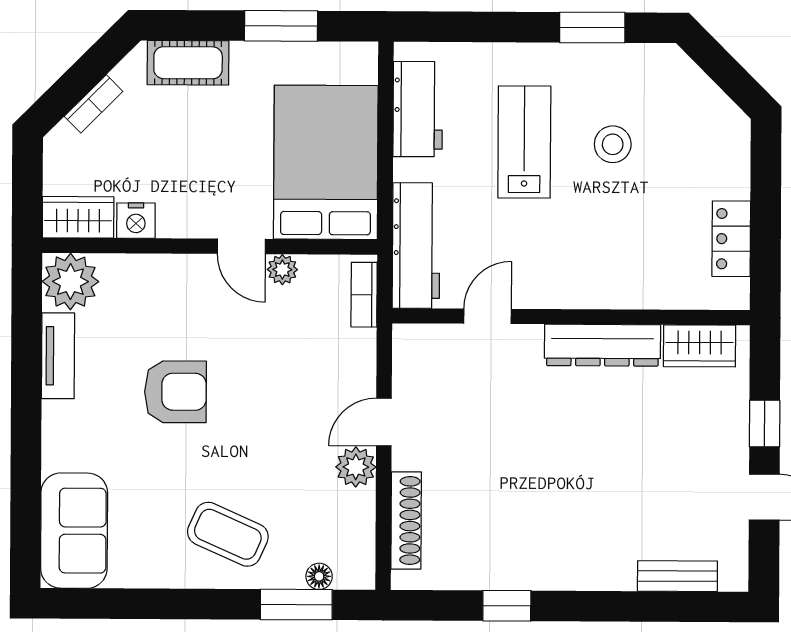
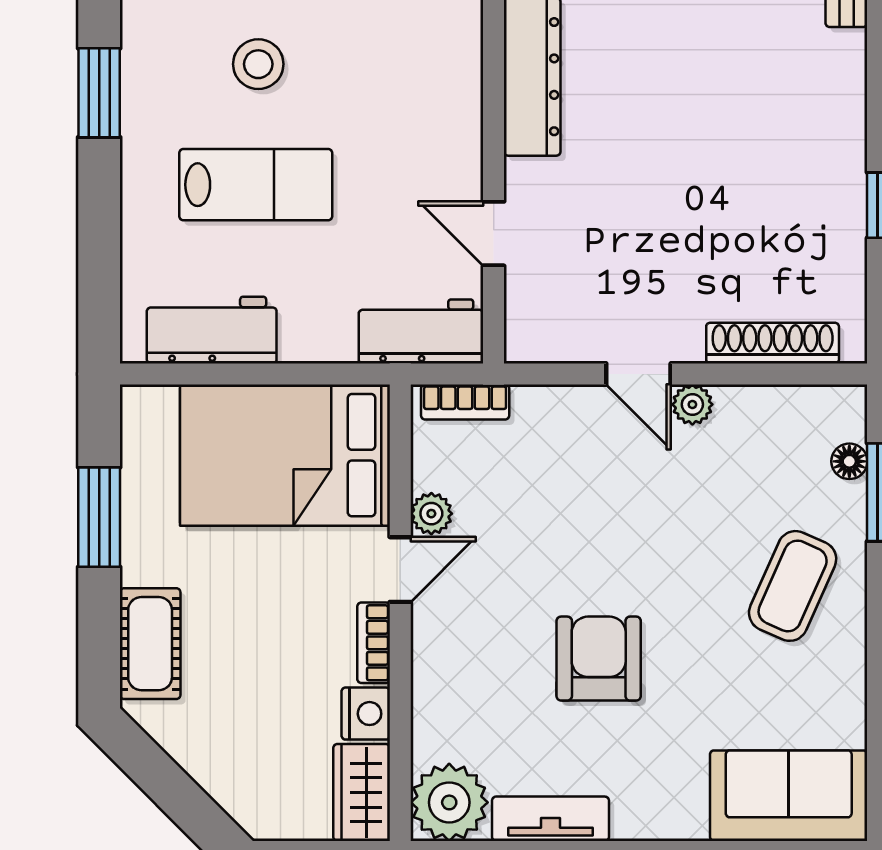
bookcase: (94, 104) -> (374, 643), moved, turned -135
lab bench: (524, 142) -> (256, 185), turned 180
workbench: (416, 246) -> (421, 331), width x0.73
plant: (356, 467) -> (692, 404), width x0.73, depth x0.73

